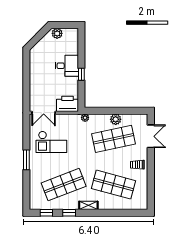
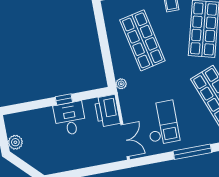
desk: (67, 66) -> (70, 119), moved
plant: (116, 119) -> (116, 42), removed
window: (26, 160) -> (192, 152), width x1.44

